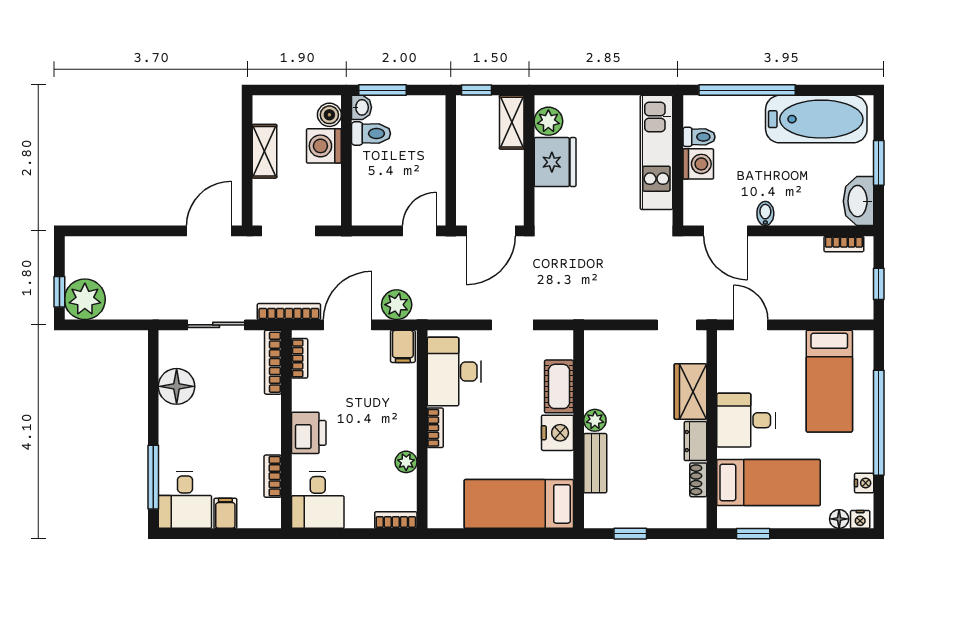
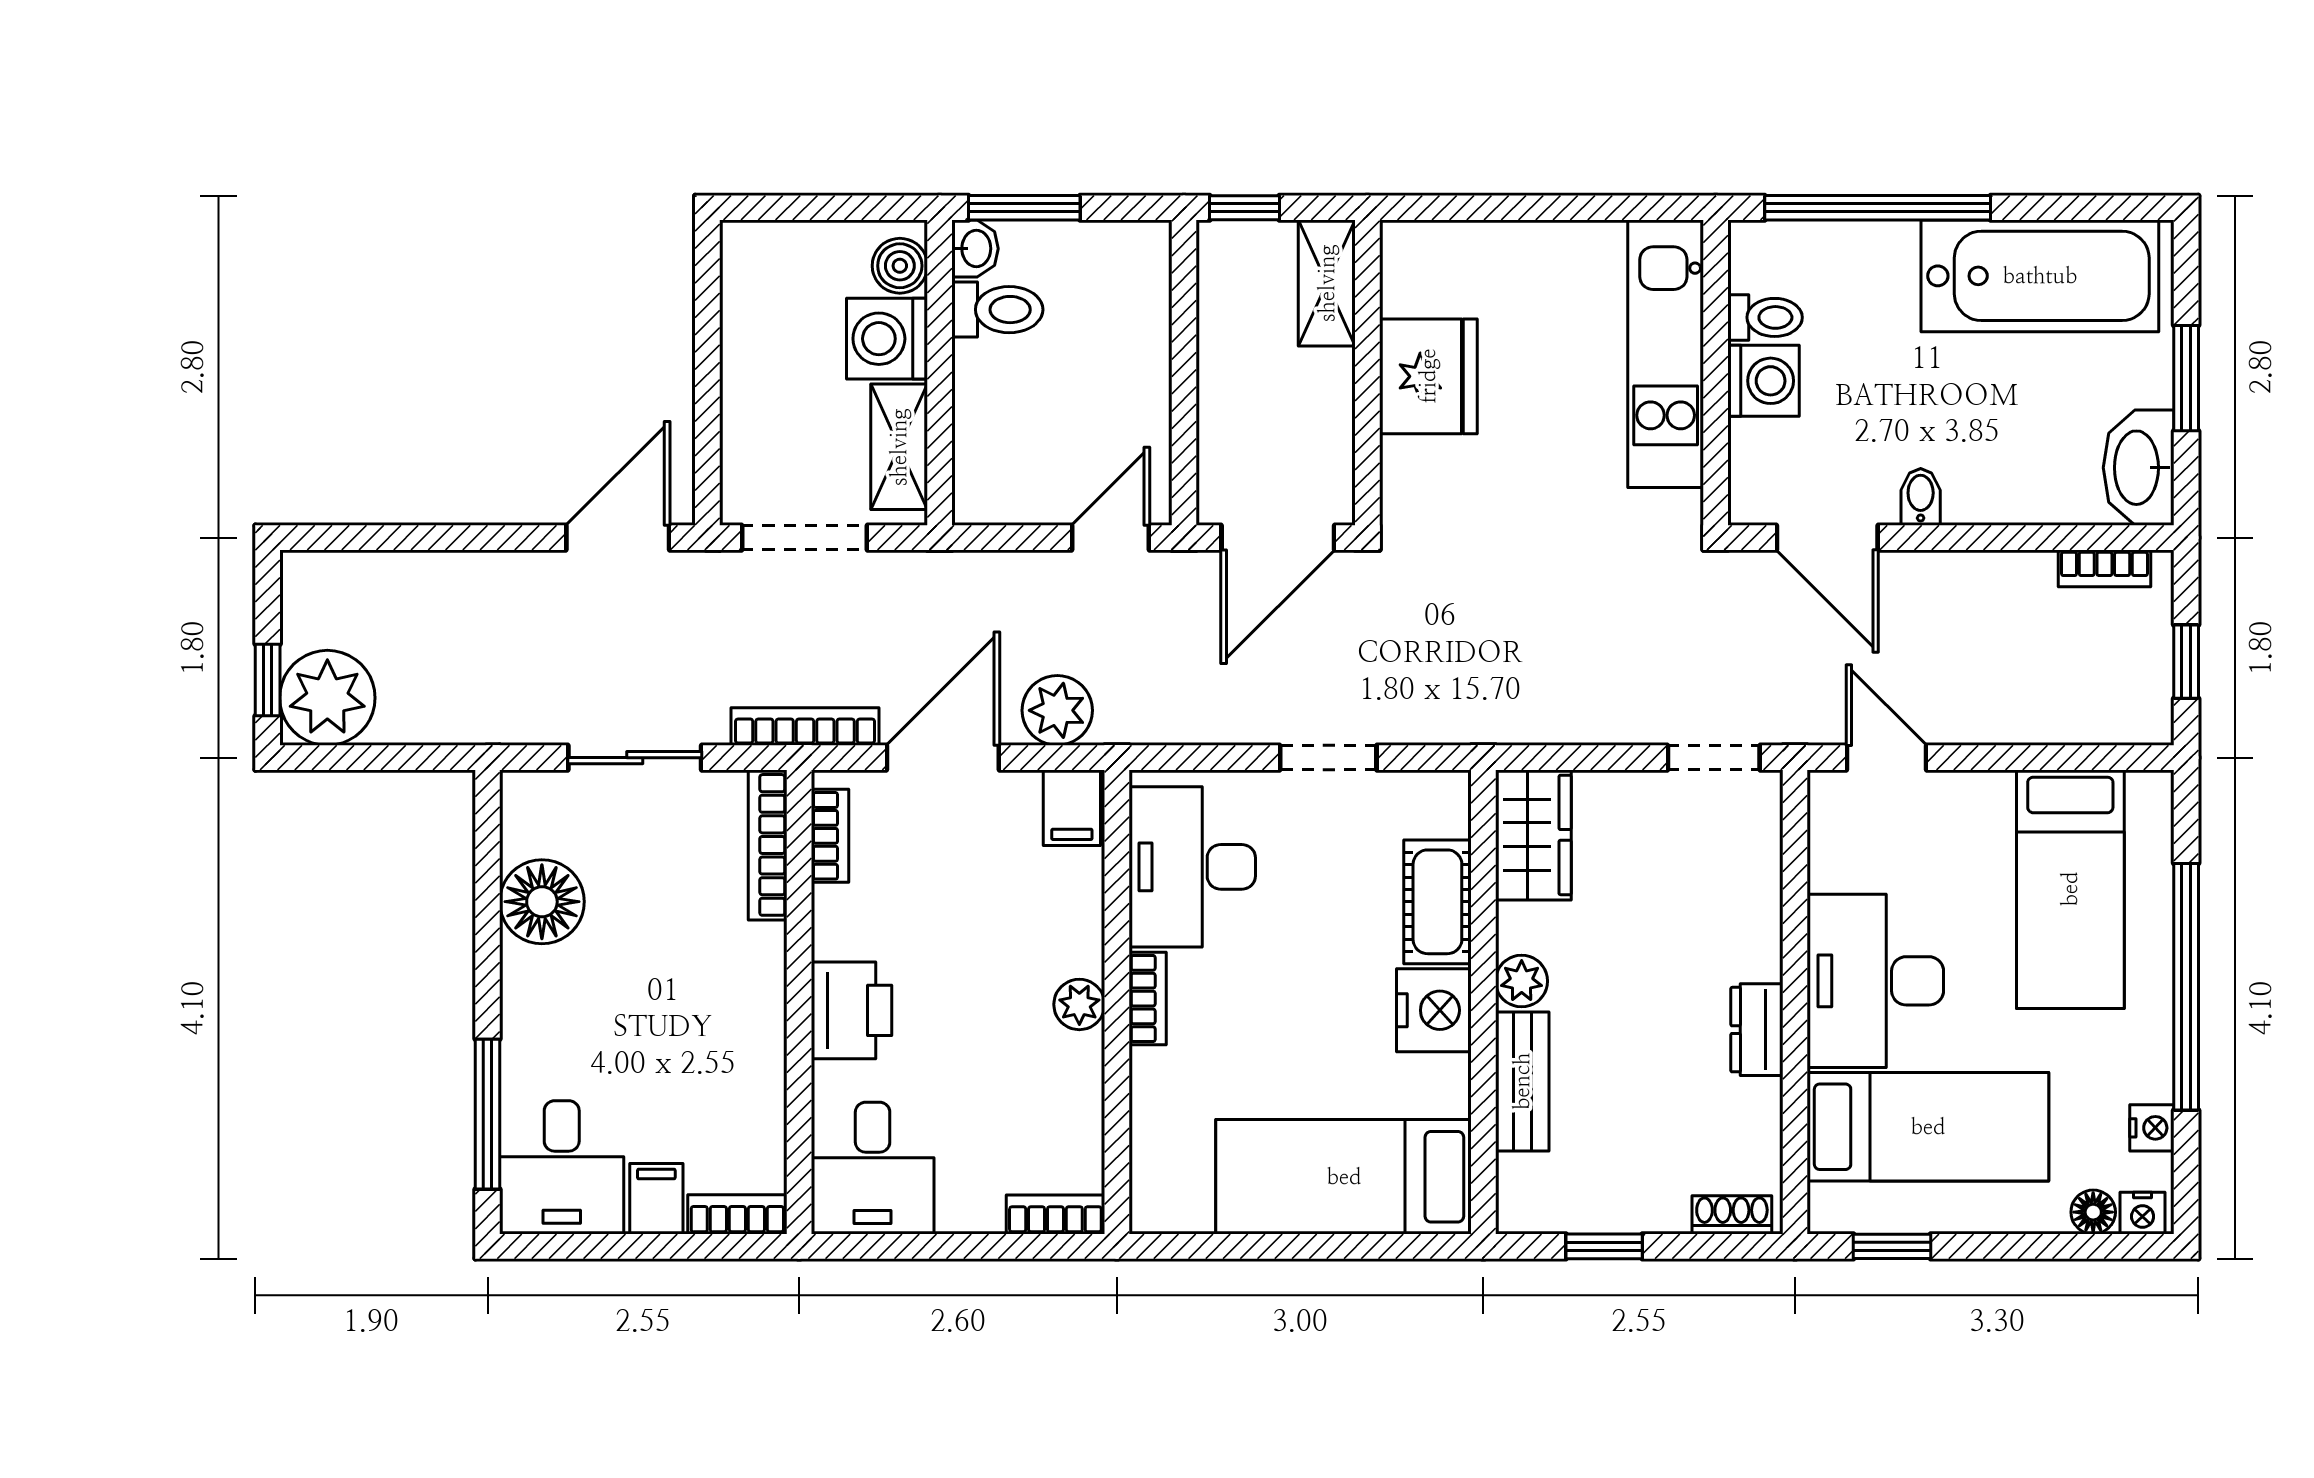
plant: (548, 121) -> (1413, 281), removed
shelving: (264, 151) -> (899, 447), moved
wardrobe: (690, 391) -> (1533, 835), moved, turned 180
desk: (746, 420) -> (1875, 981), width x1.37
plant: (406, 462) -> (1079, 1004), moved
bookcase: (273, 476) -> (737, 1214), moved, turned 90
shoe rack: (698, 480) -> (1732, 1215), moved, turned 90

